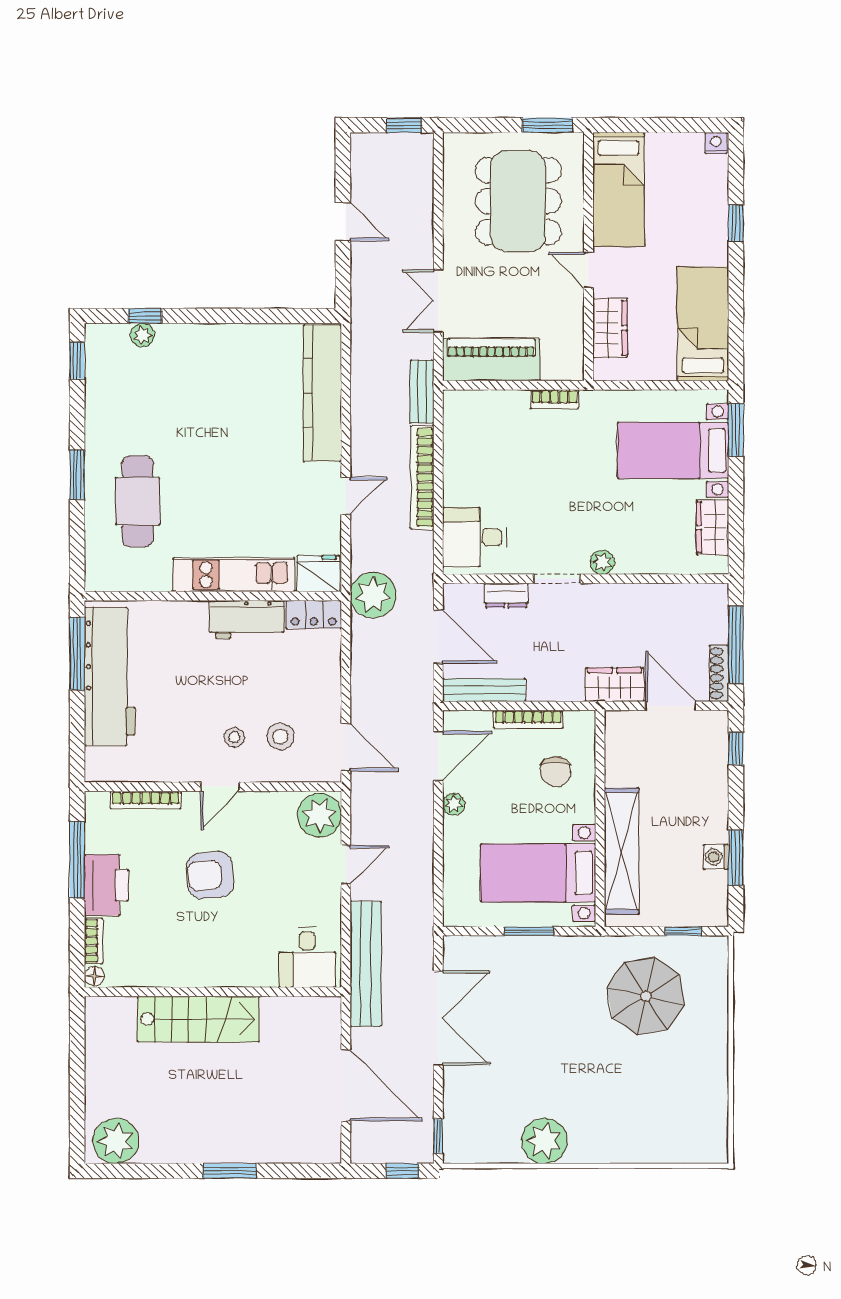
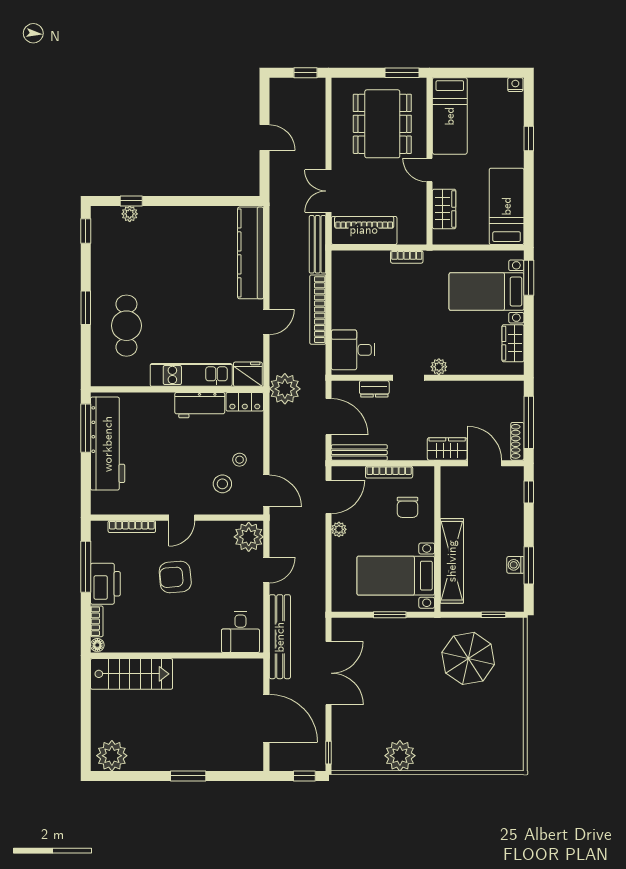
bench: (422, 392) -> (318, 244), width x1.36
stool: (234, 737) -> (240, 460), moved
stairs: (198, 1019) -> (132, 674), moved

